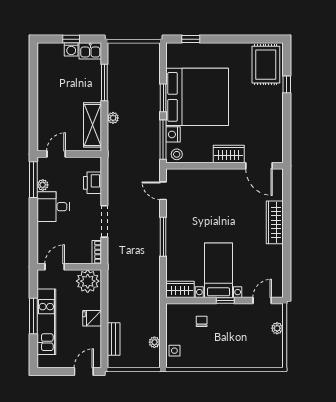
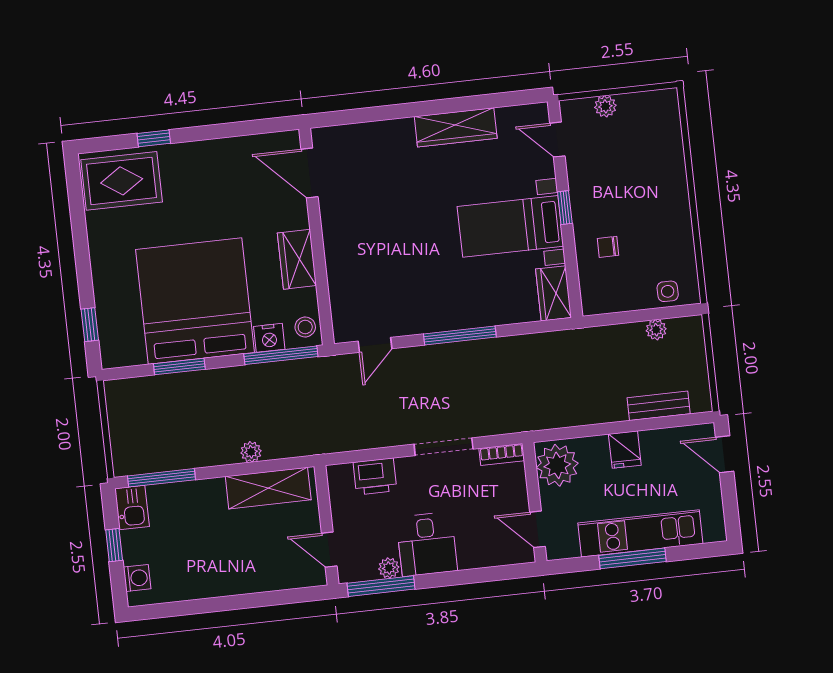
washing machine: (71, 49) -> (137, 578), moved
window: (104, 83) -> (161, 478), moved
window: (163, 98) -> (179, 366), moved
wardrobe: (229, 154) -> (297, 259), moved
door: (259, 166) -> (310, 173), swing flipped
wardrobe: (275, 222) -> (456, 127), moved

